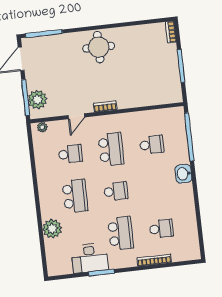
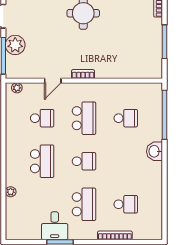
plant: (37, 100) -> (15, 45), moved
plant: (52, 229) -> (11, 192), width x0.53, depth x0.53
desk: (90, 258) -> (55, 226), width x0.73

